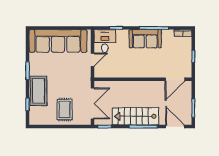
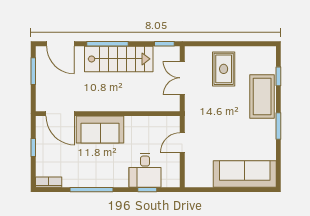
sofa: (145, 39) -> (100, 130), moved, turned 180
sofa: (58, 41) -> (245, 174), width x0.74, depth x0.79
desk: (105, 41) -> (145, 170), moved
door: (175, 79) -> (60, 114), swing flipped
double door: (93, 103) -> (182, 78), width x0.73

